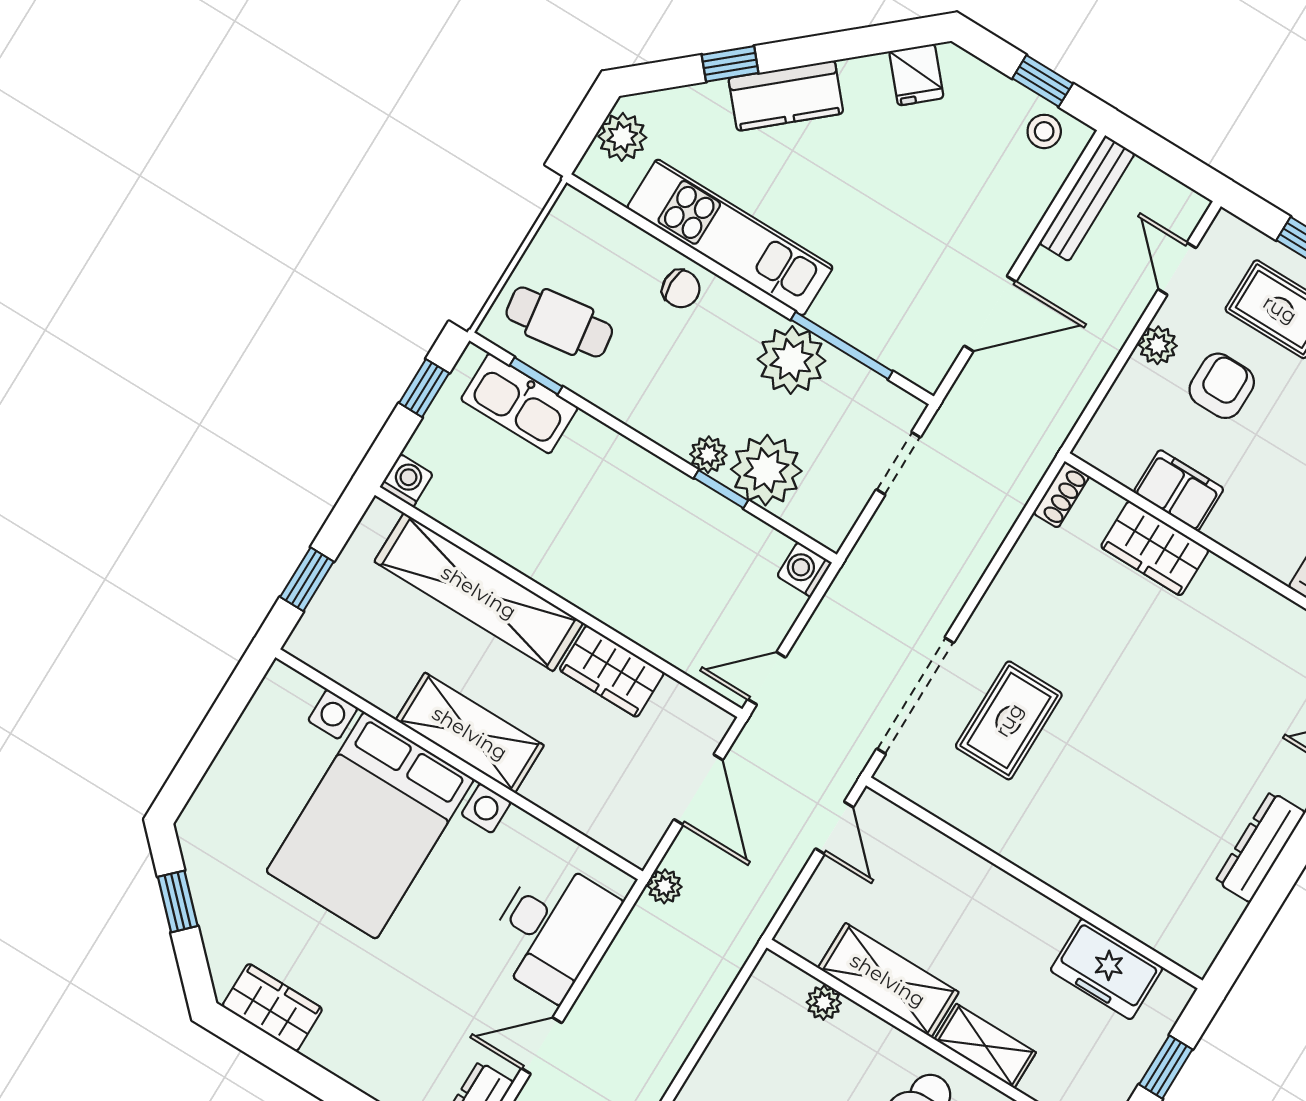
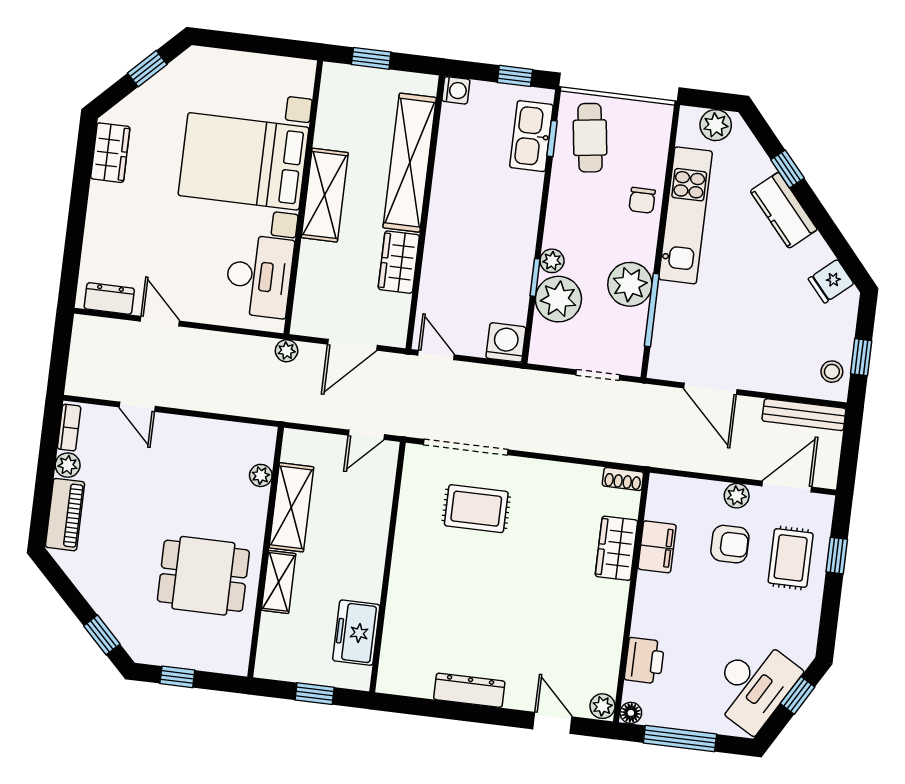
door: (1177, 269) -> (787, 486), width x1.38
washing machine: (804, 569) -> (506, 342), width x1.38, depth x1.38
desk: (551, 929) -> (259, 276), moved, turned -90

